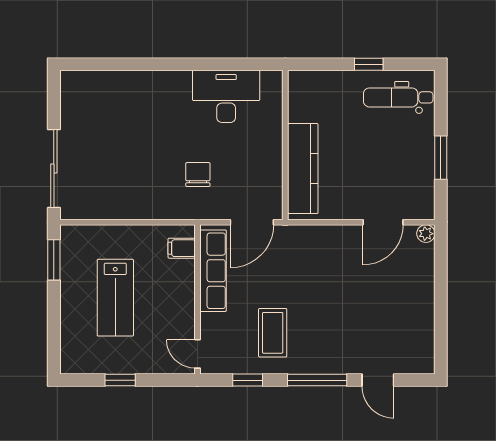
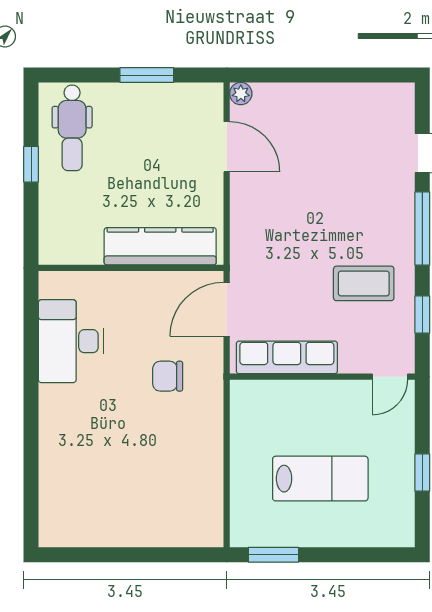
sliding door: (54, 169) -> (160, 555), removed
door: (252, 222) -> (227, 309), swing flipped
filing cabinet: (182, 248) -> (259, 396), removed

